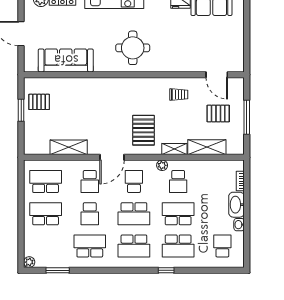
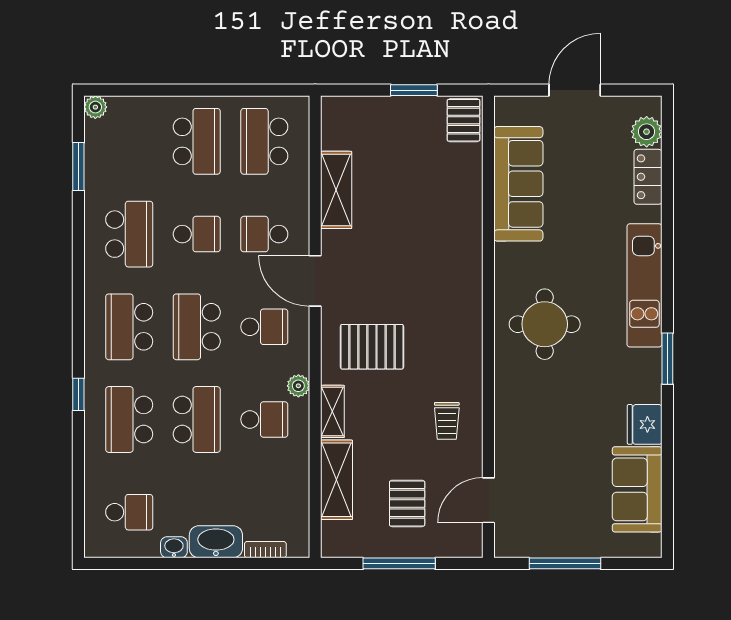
window: (247, 38) -> (565, 563), added
pallet: (39, 102) -> (463, 120), moved
school desk: (46, 182) -> (264, 141), turned 180
school desk: (178, 182) -> (264, 419), turned 180
school desk: (90, 214) -> (197, 234), turned 180

